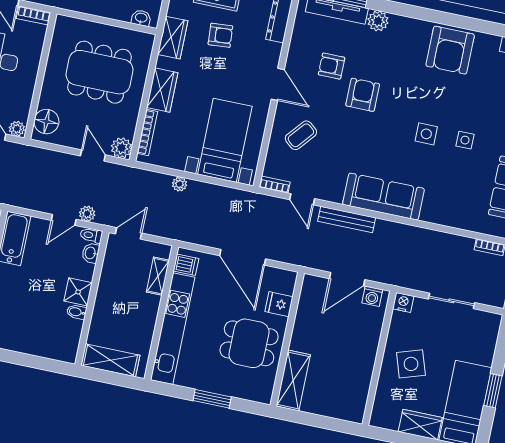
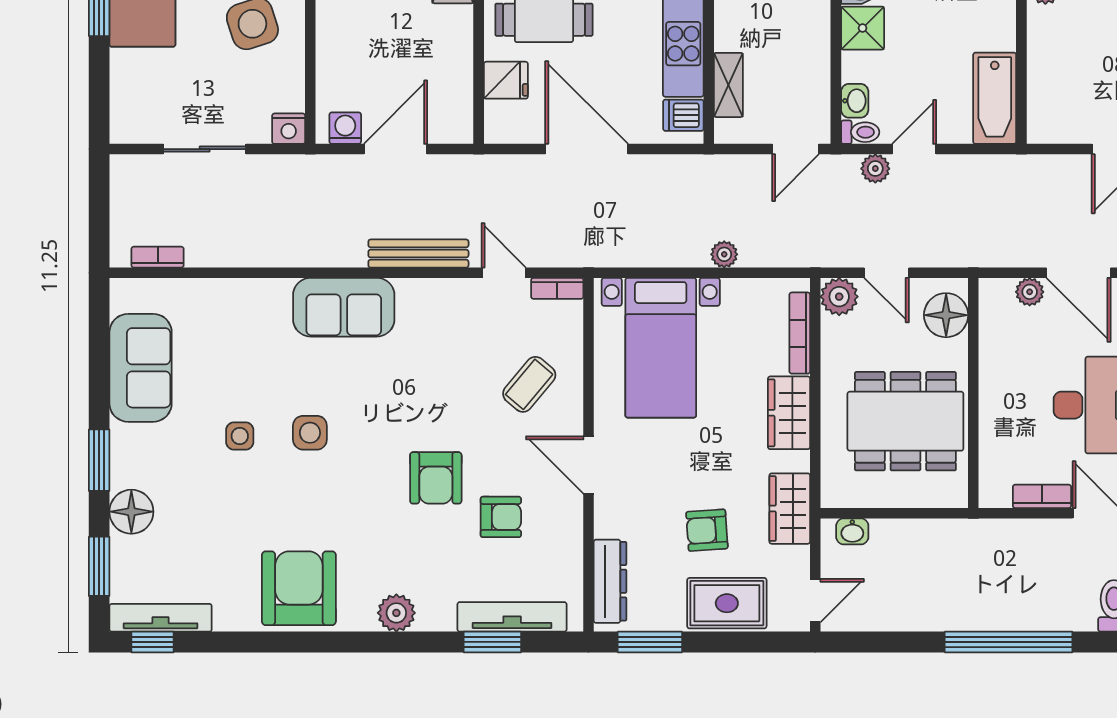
plant: (378, 21) -> (396, 613), moved
wall: (40, 76) -> (973, 393), moved
floor lamp: (46, 122) -> (946, 315), moved
sofa: (383, 197) -> (344, 307), width x0.73

